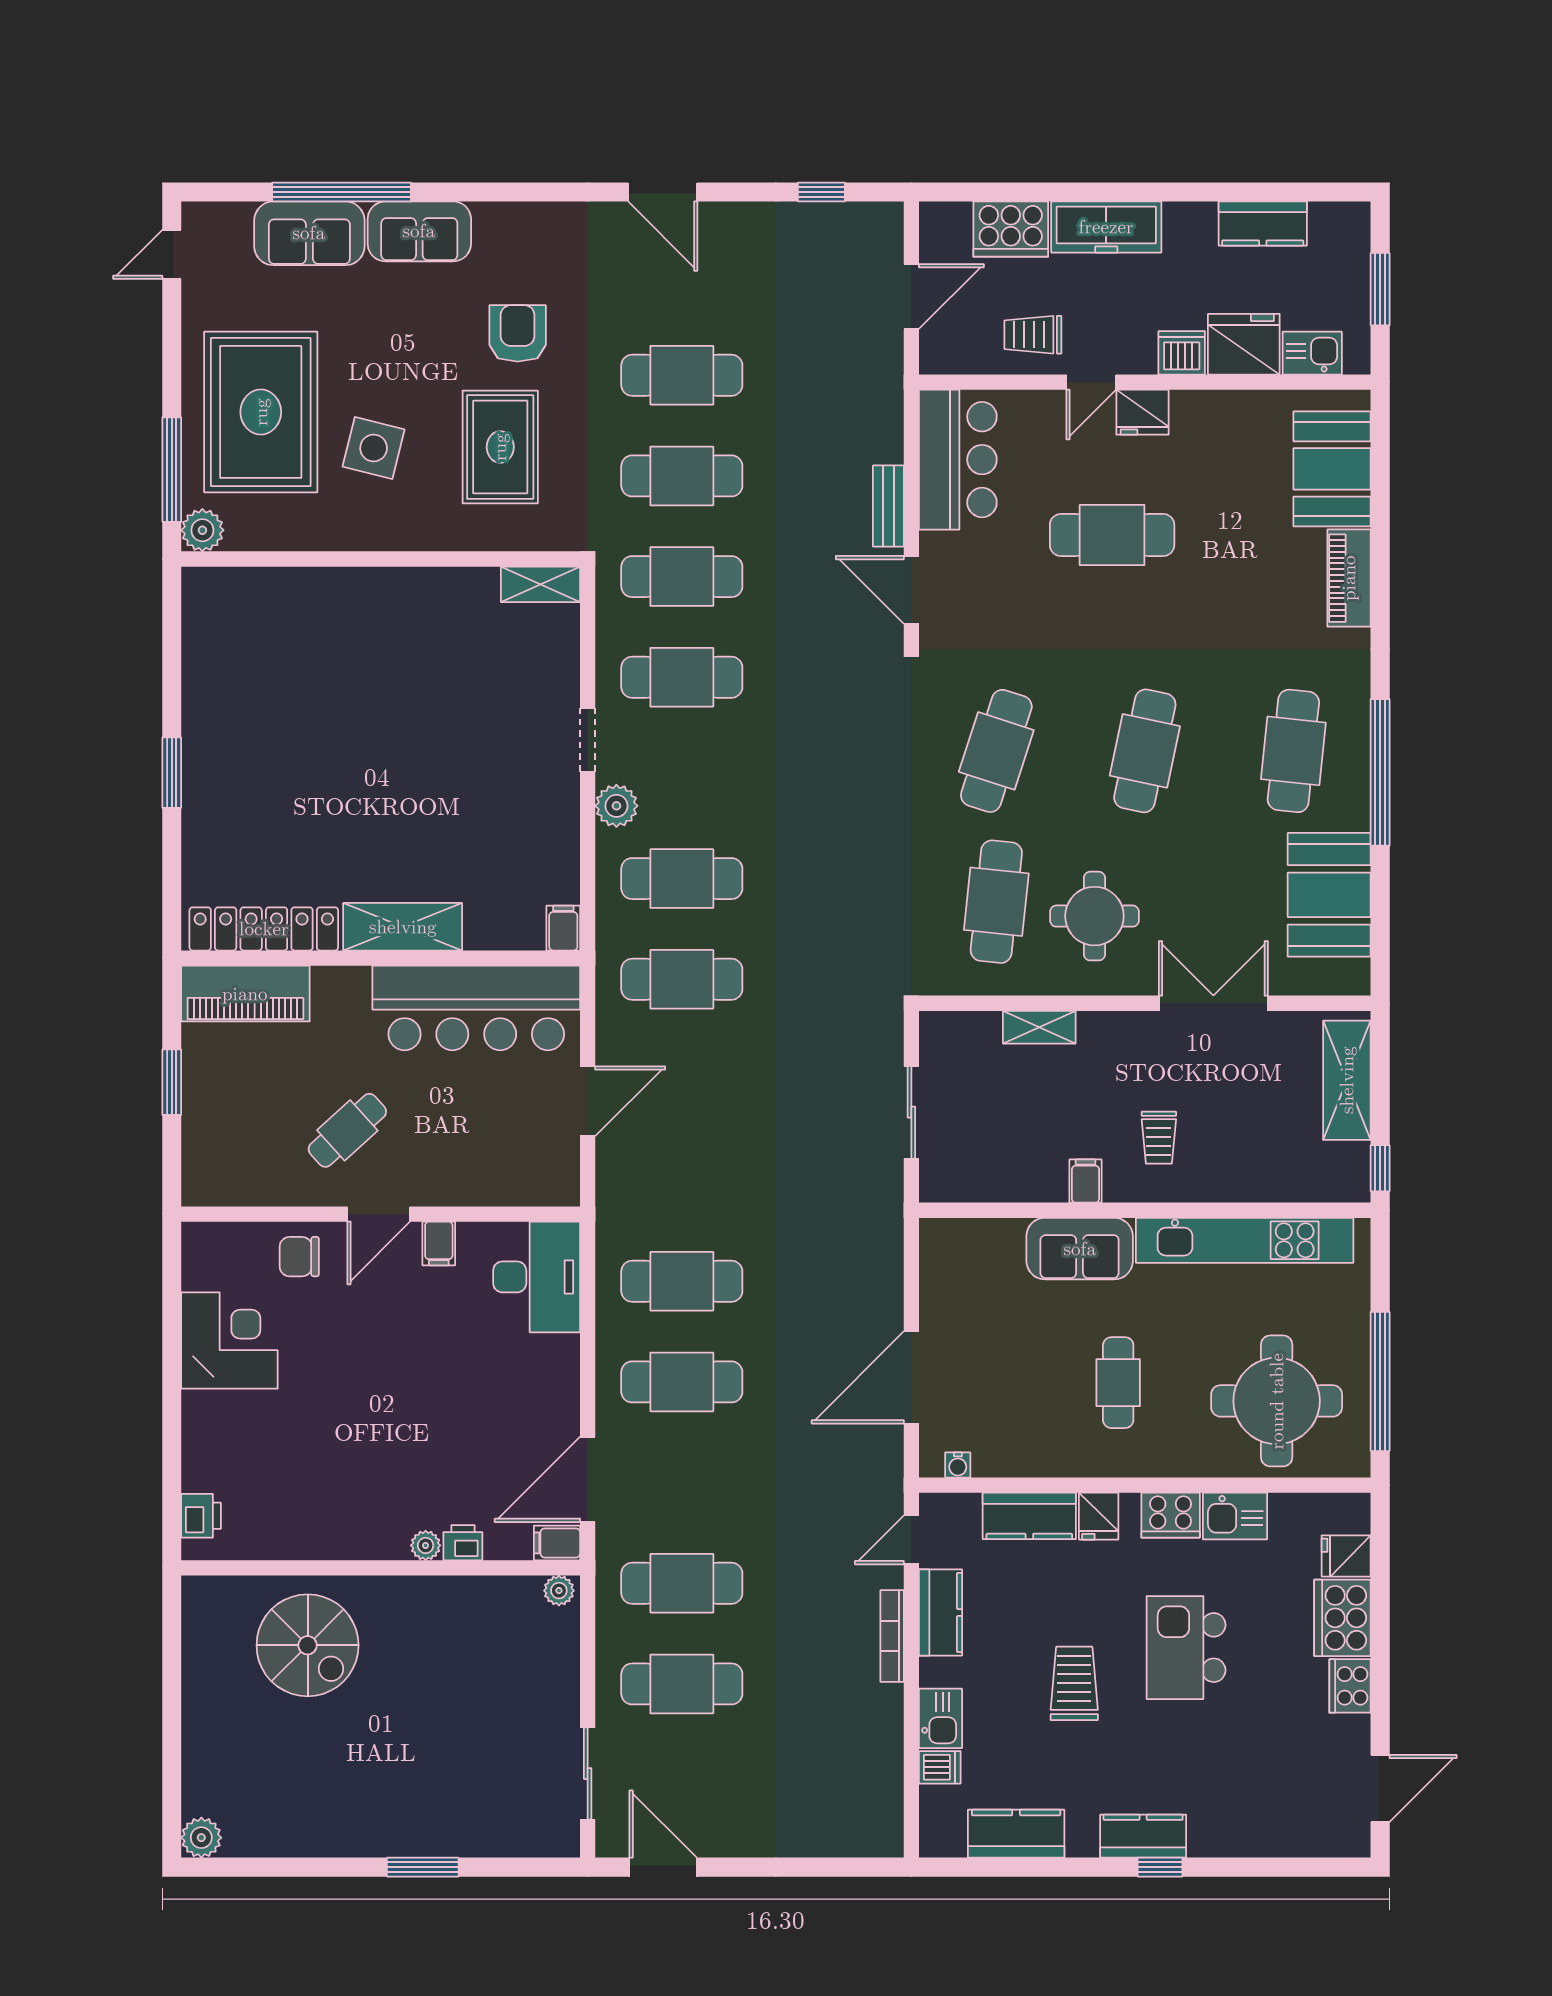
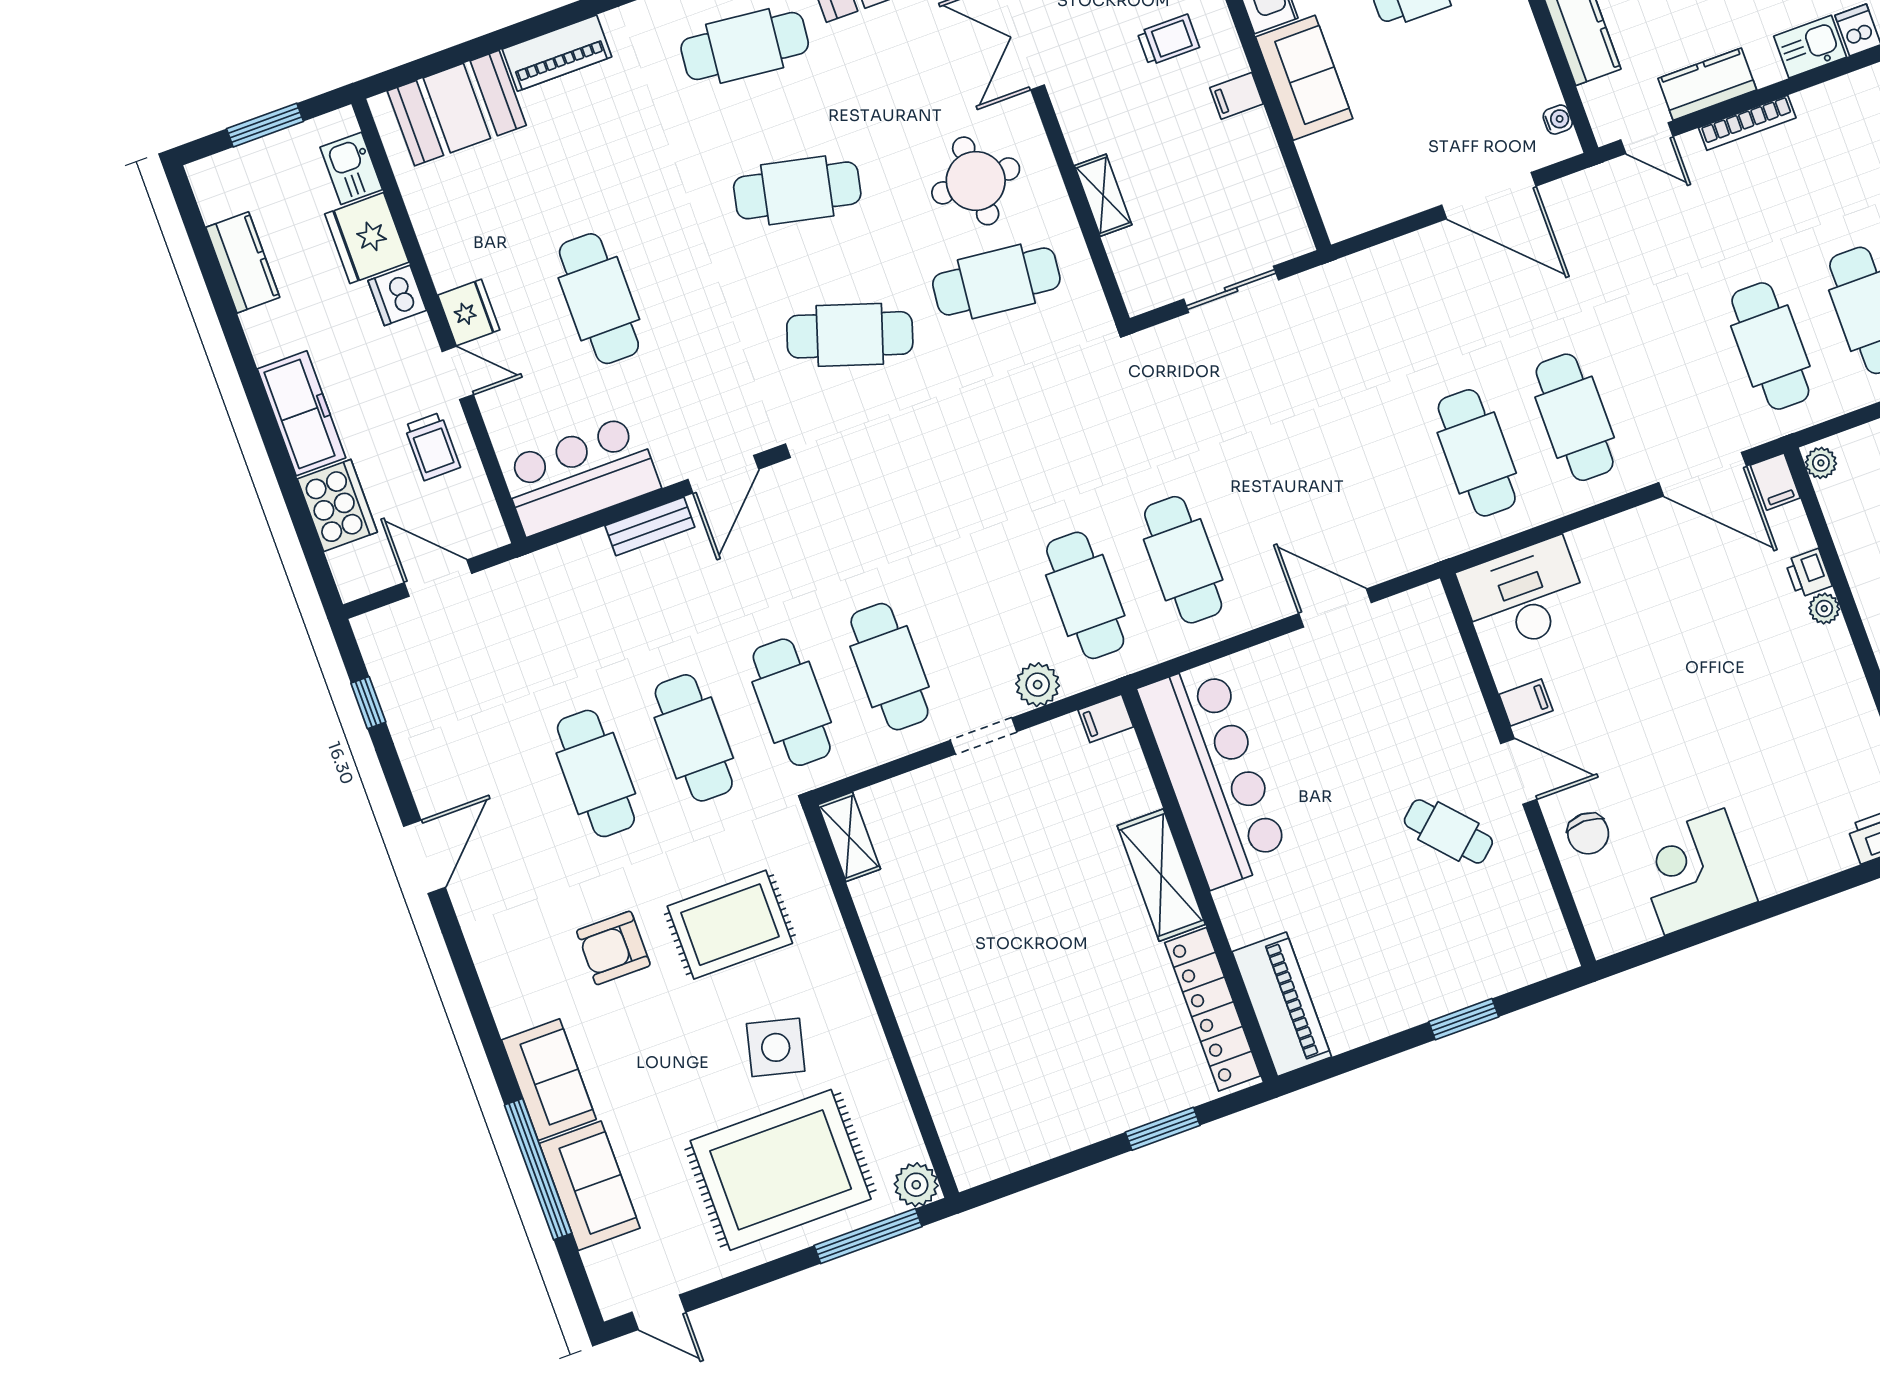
shelving: (403, 927) -> (1161, 875), moved
filing cabinet: (563, 928) -> (1106, 718), moved
locker: (264, 929) -> (1213, 1009), moved
wall: (381, 958) -> (1200, 885), moved
piano: (245, 994) -> (1282, 1004), moved
bar counter: (476, 1008) -> (1214, 775), moved

